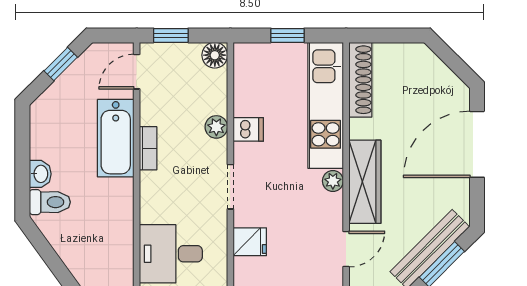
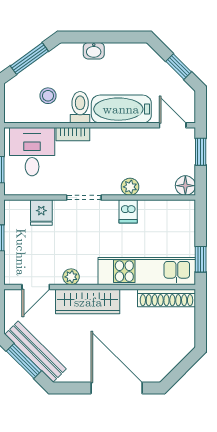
window: (287, 35) -> (201, 259), moved
bookcase: (148, 148) -> (73, 134), moved
plant: (333, 181) -> (71, 277), moved
toilet: (50, 202) -> (80, 107), moved, turned 180
stool: (98, 233) -> (48, 96), added
door: (346, 249) -> (36, 287), hinge flipped
window: (50, 257) -> (29, 59), added

